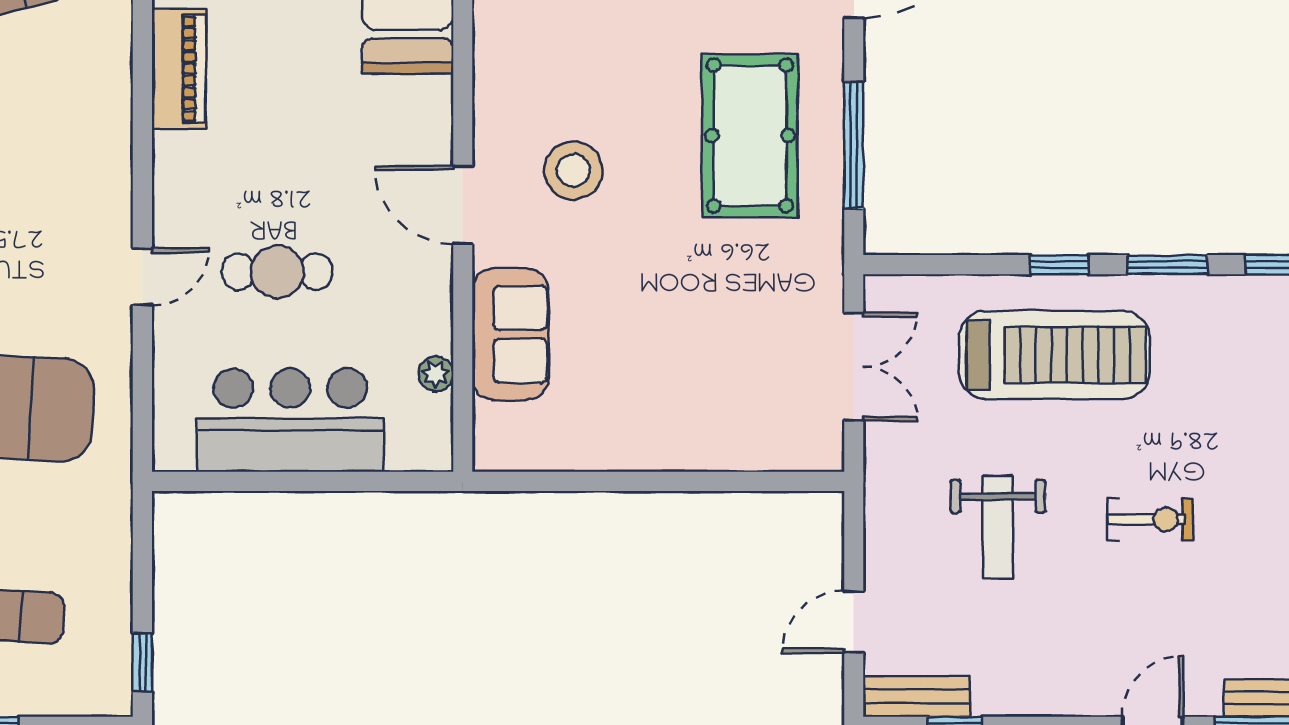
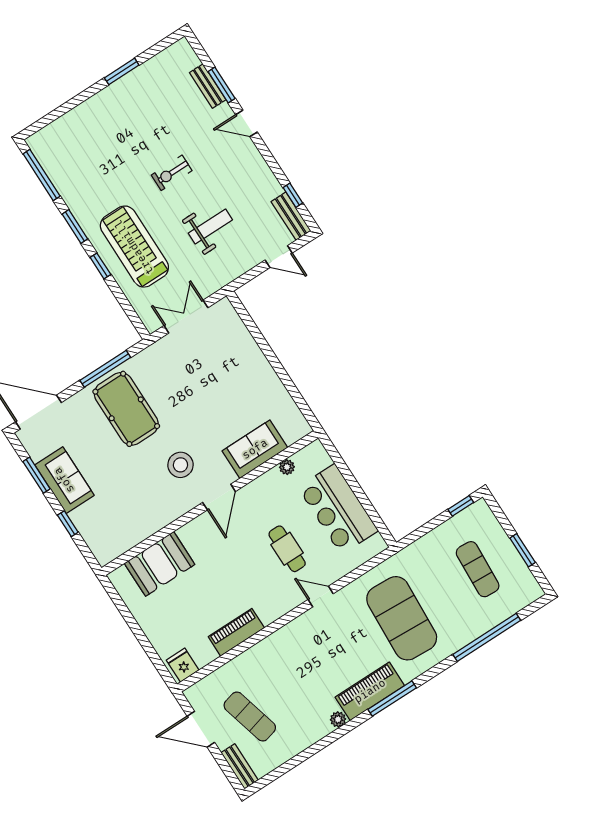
pool table: (750, 135) -> (126, 409), turned 90
exercise bike: (1150, 519) -> (172, 173), turned -90

